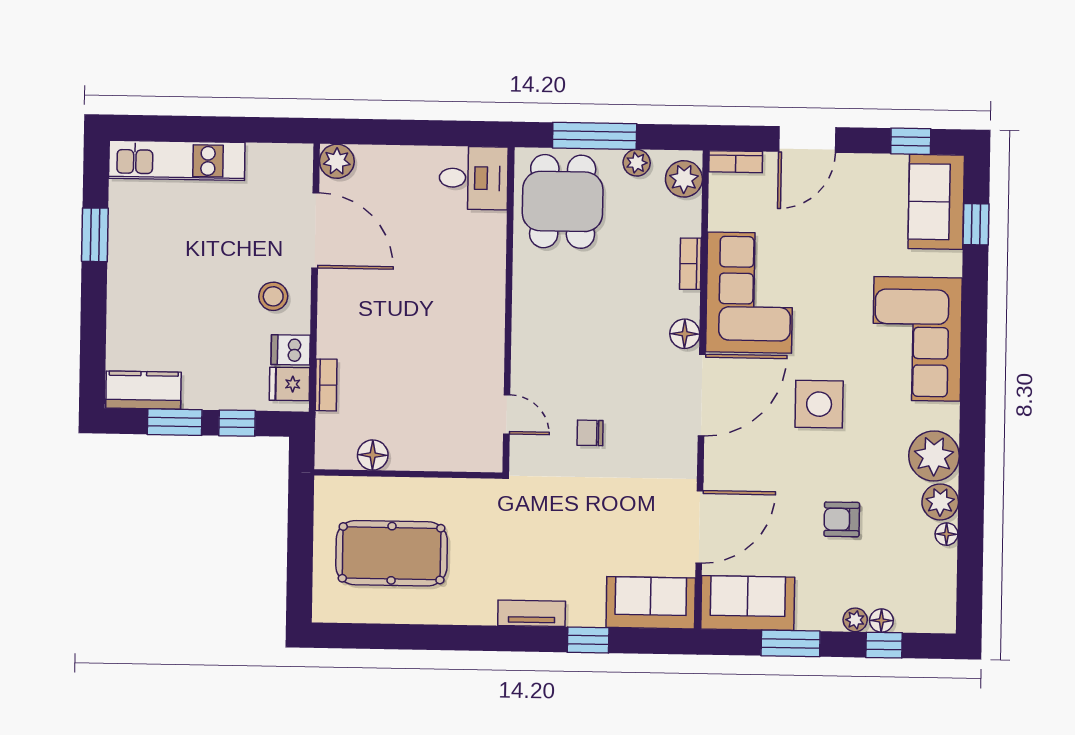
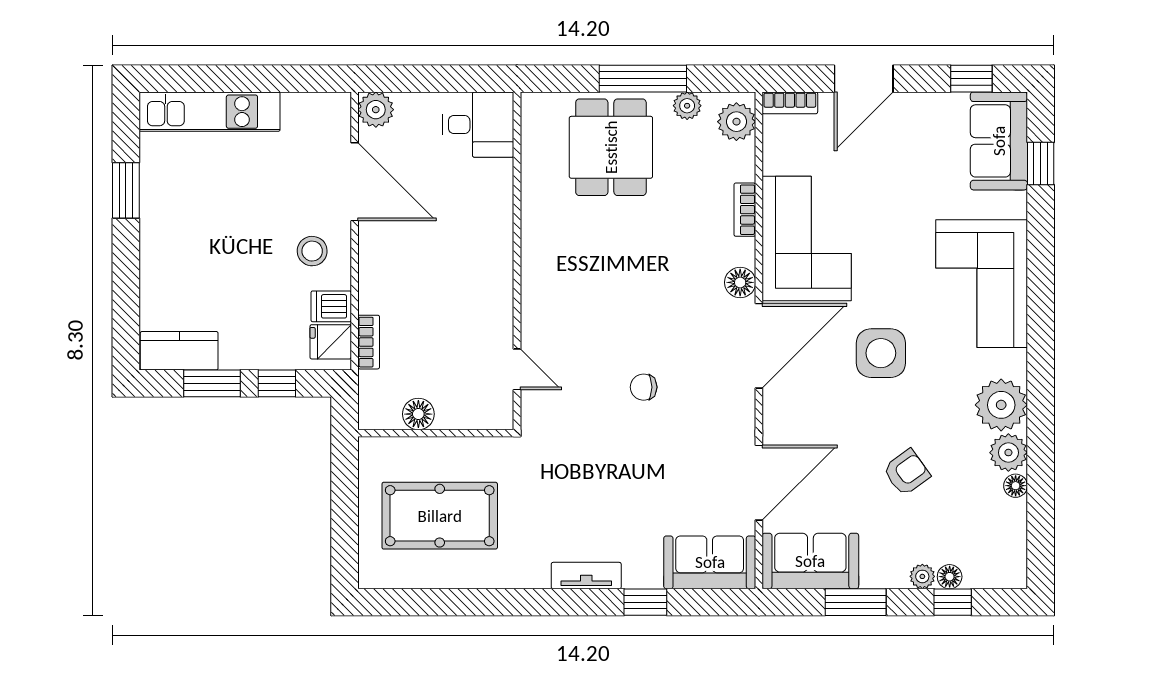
desk: (474, 178) -> (478, 125), moved
wall: (509, 310) -> (517, 261), moved
door: (507, 414) -> (517, 369), moved
armchair: (842, 519) -> (907, 472), turned 144

